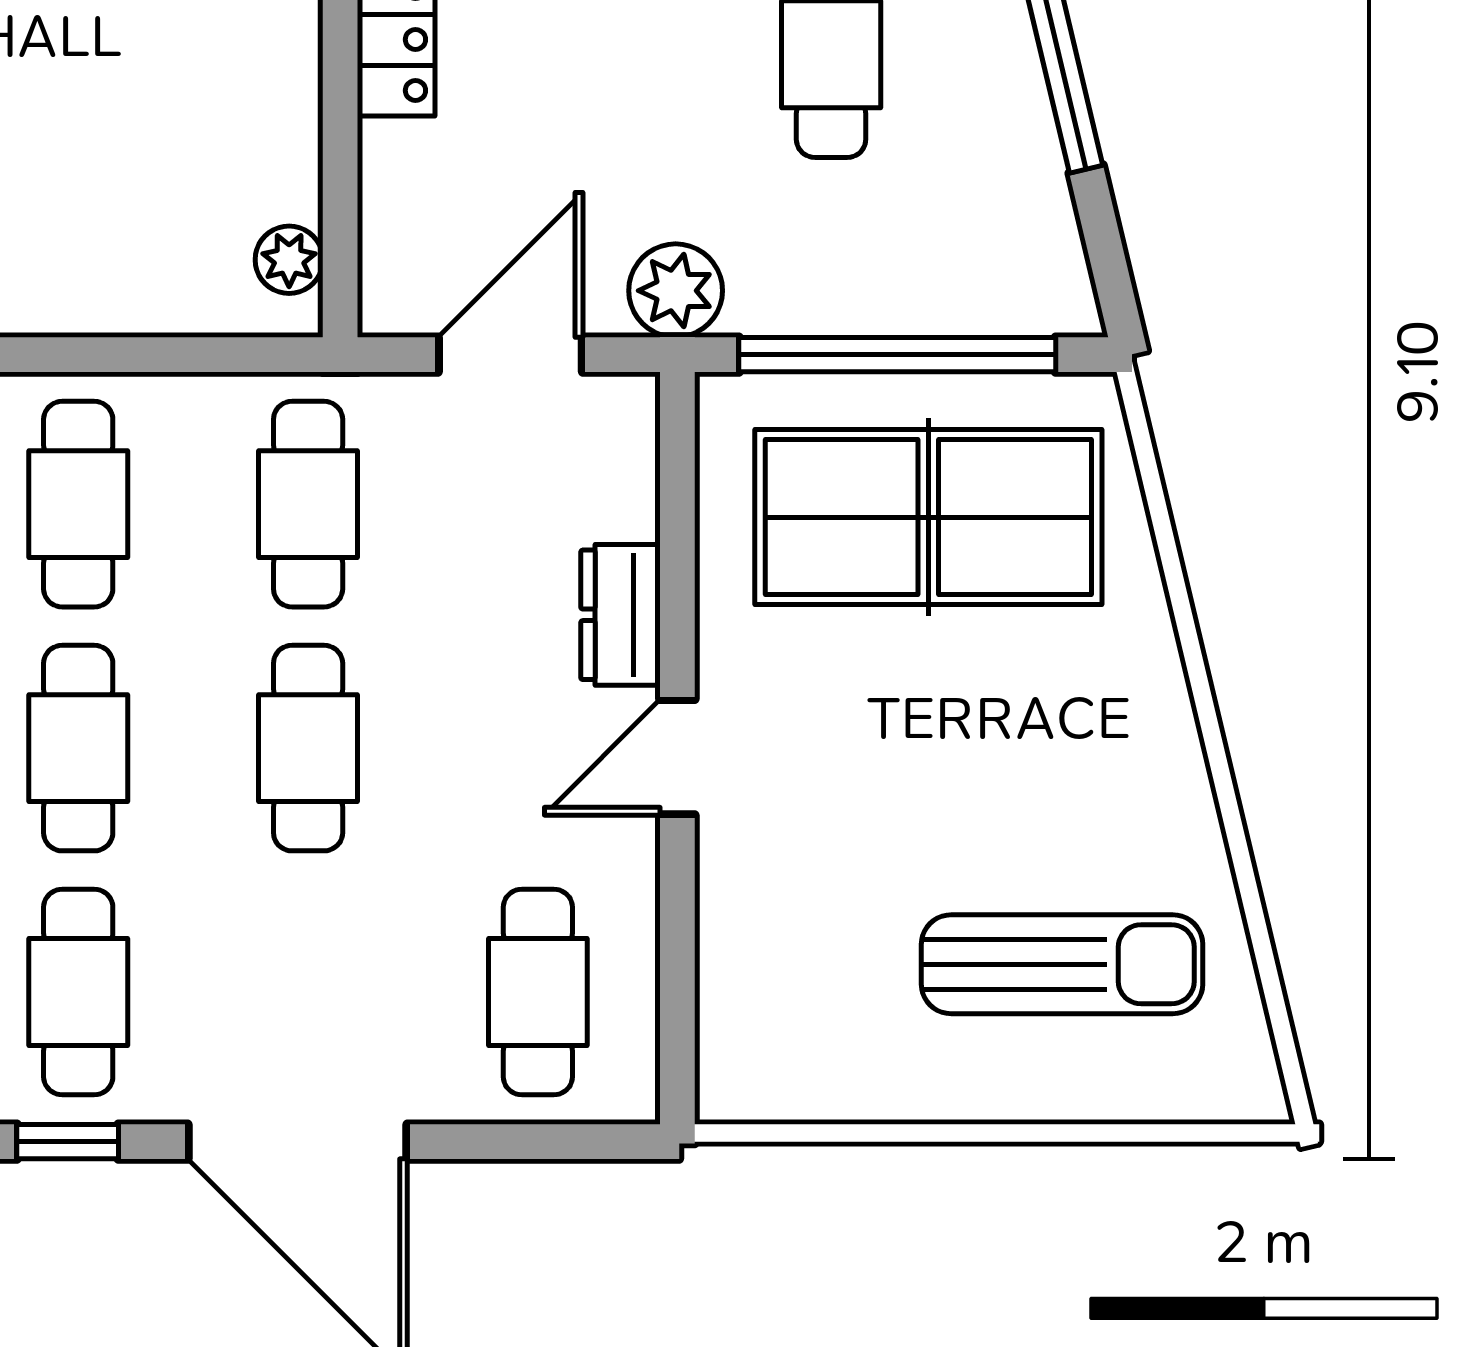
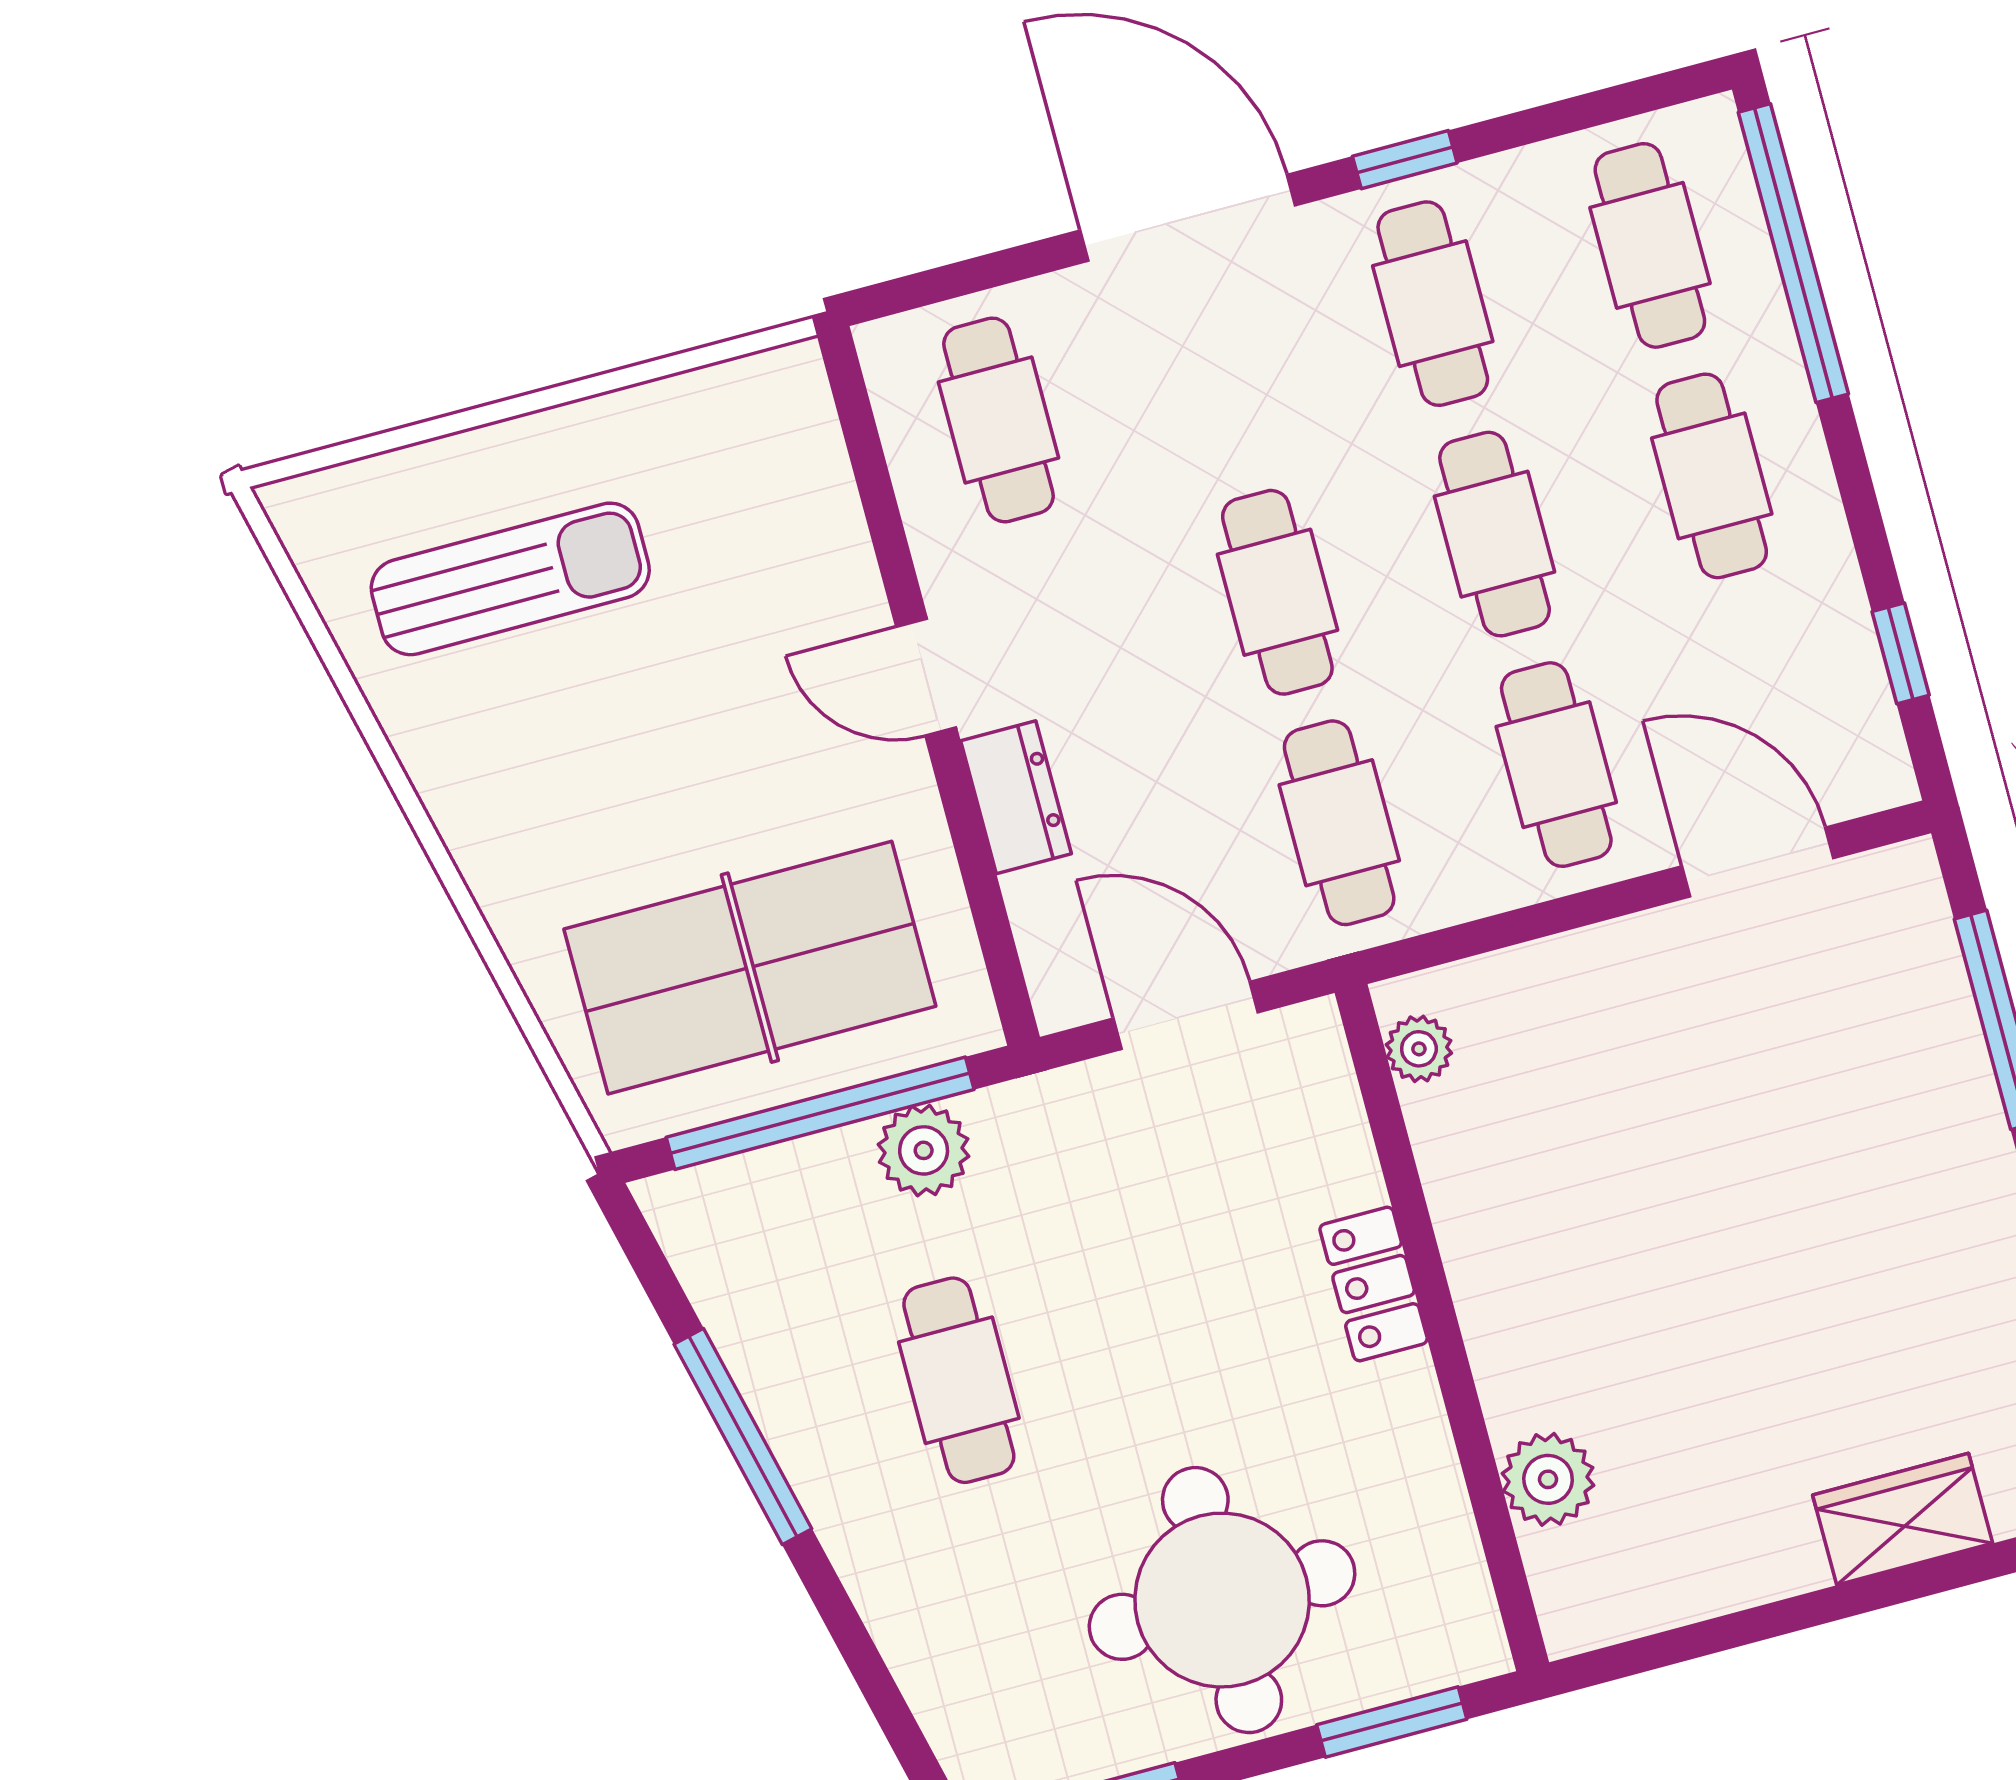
plant: (676, 291) -> (924, 1150), moved
door: (510, 355) -> (1186, 1015), swing flipped
door: (677, 757) -> (926, 677), swing flipped
sun lounger: (1062, 964) -> (510, 579), turned 180

